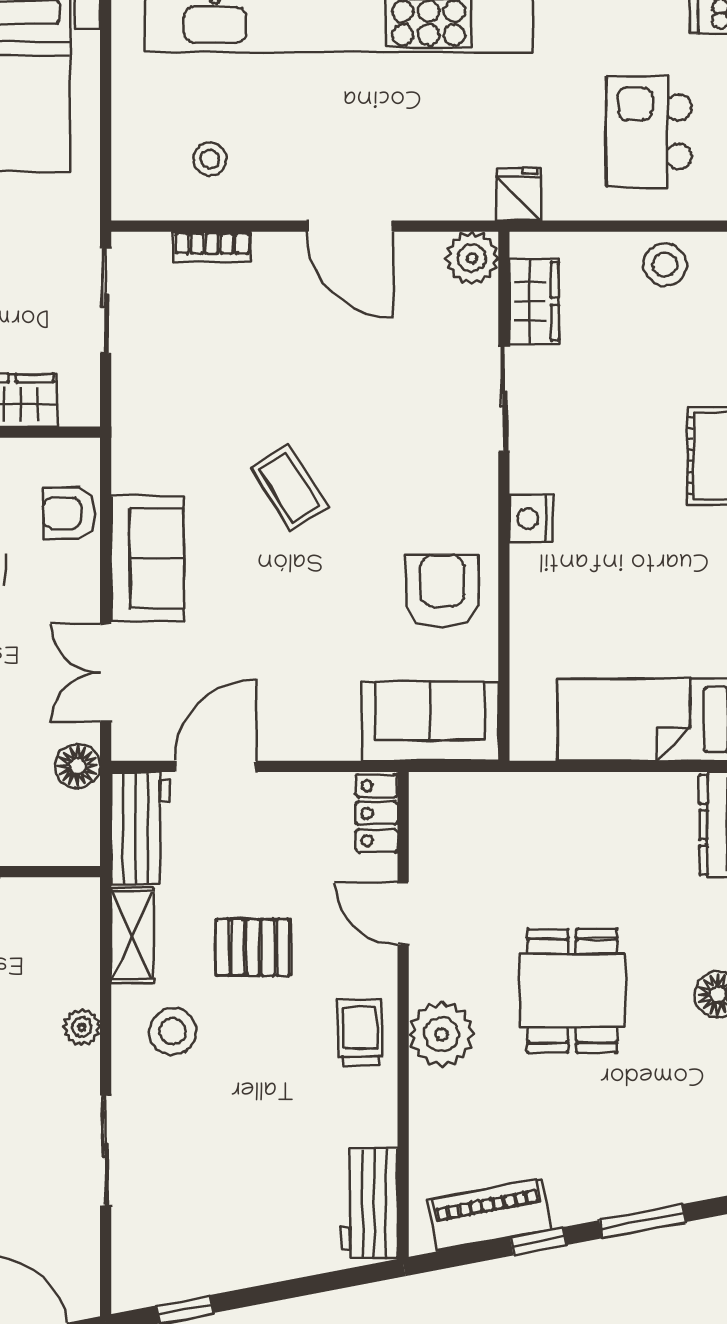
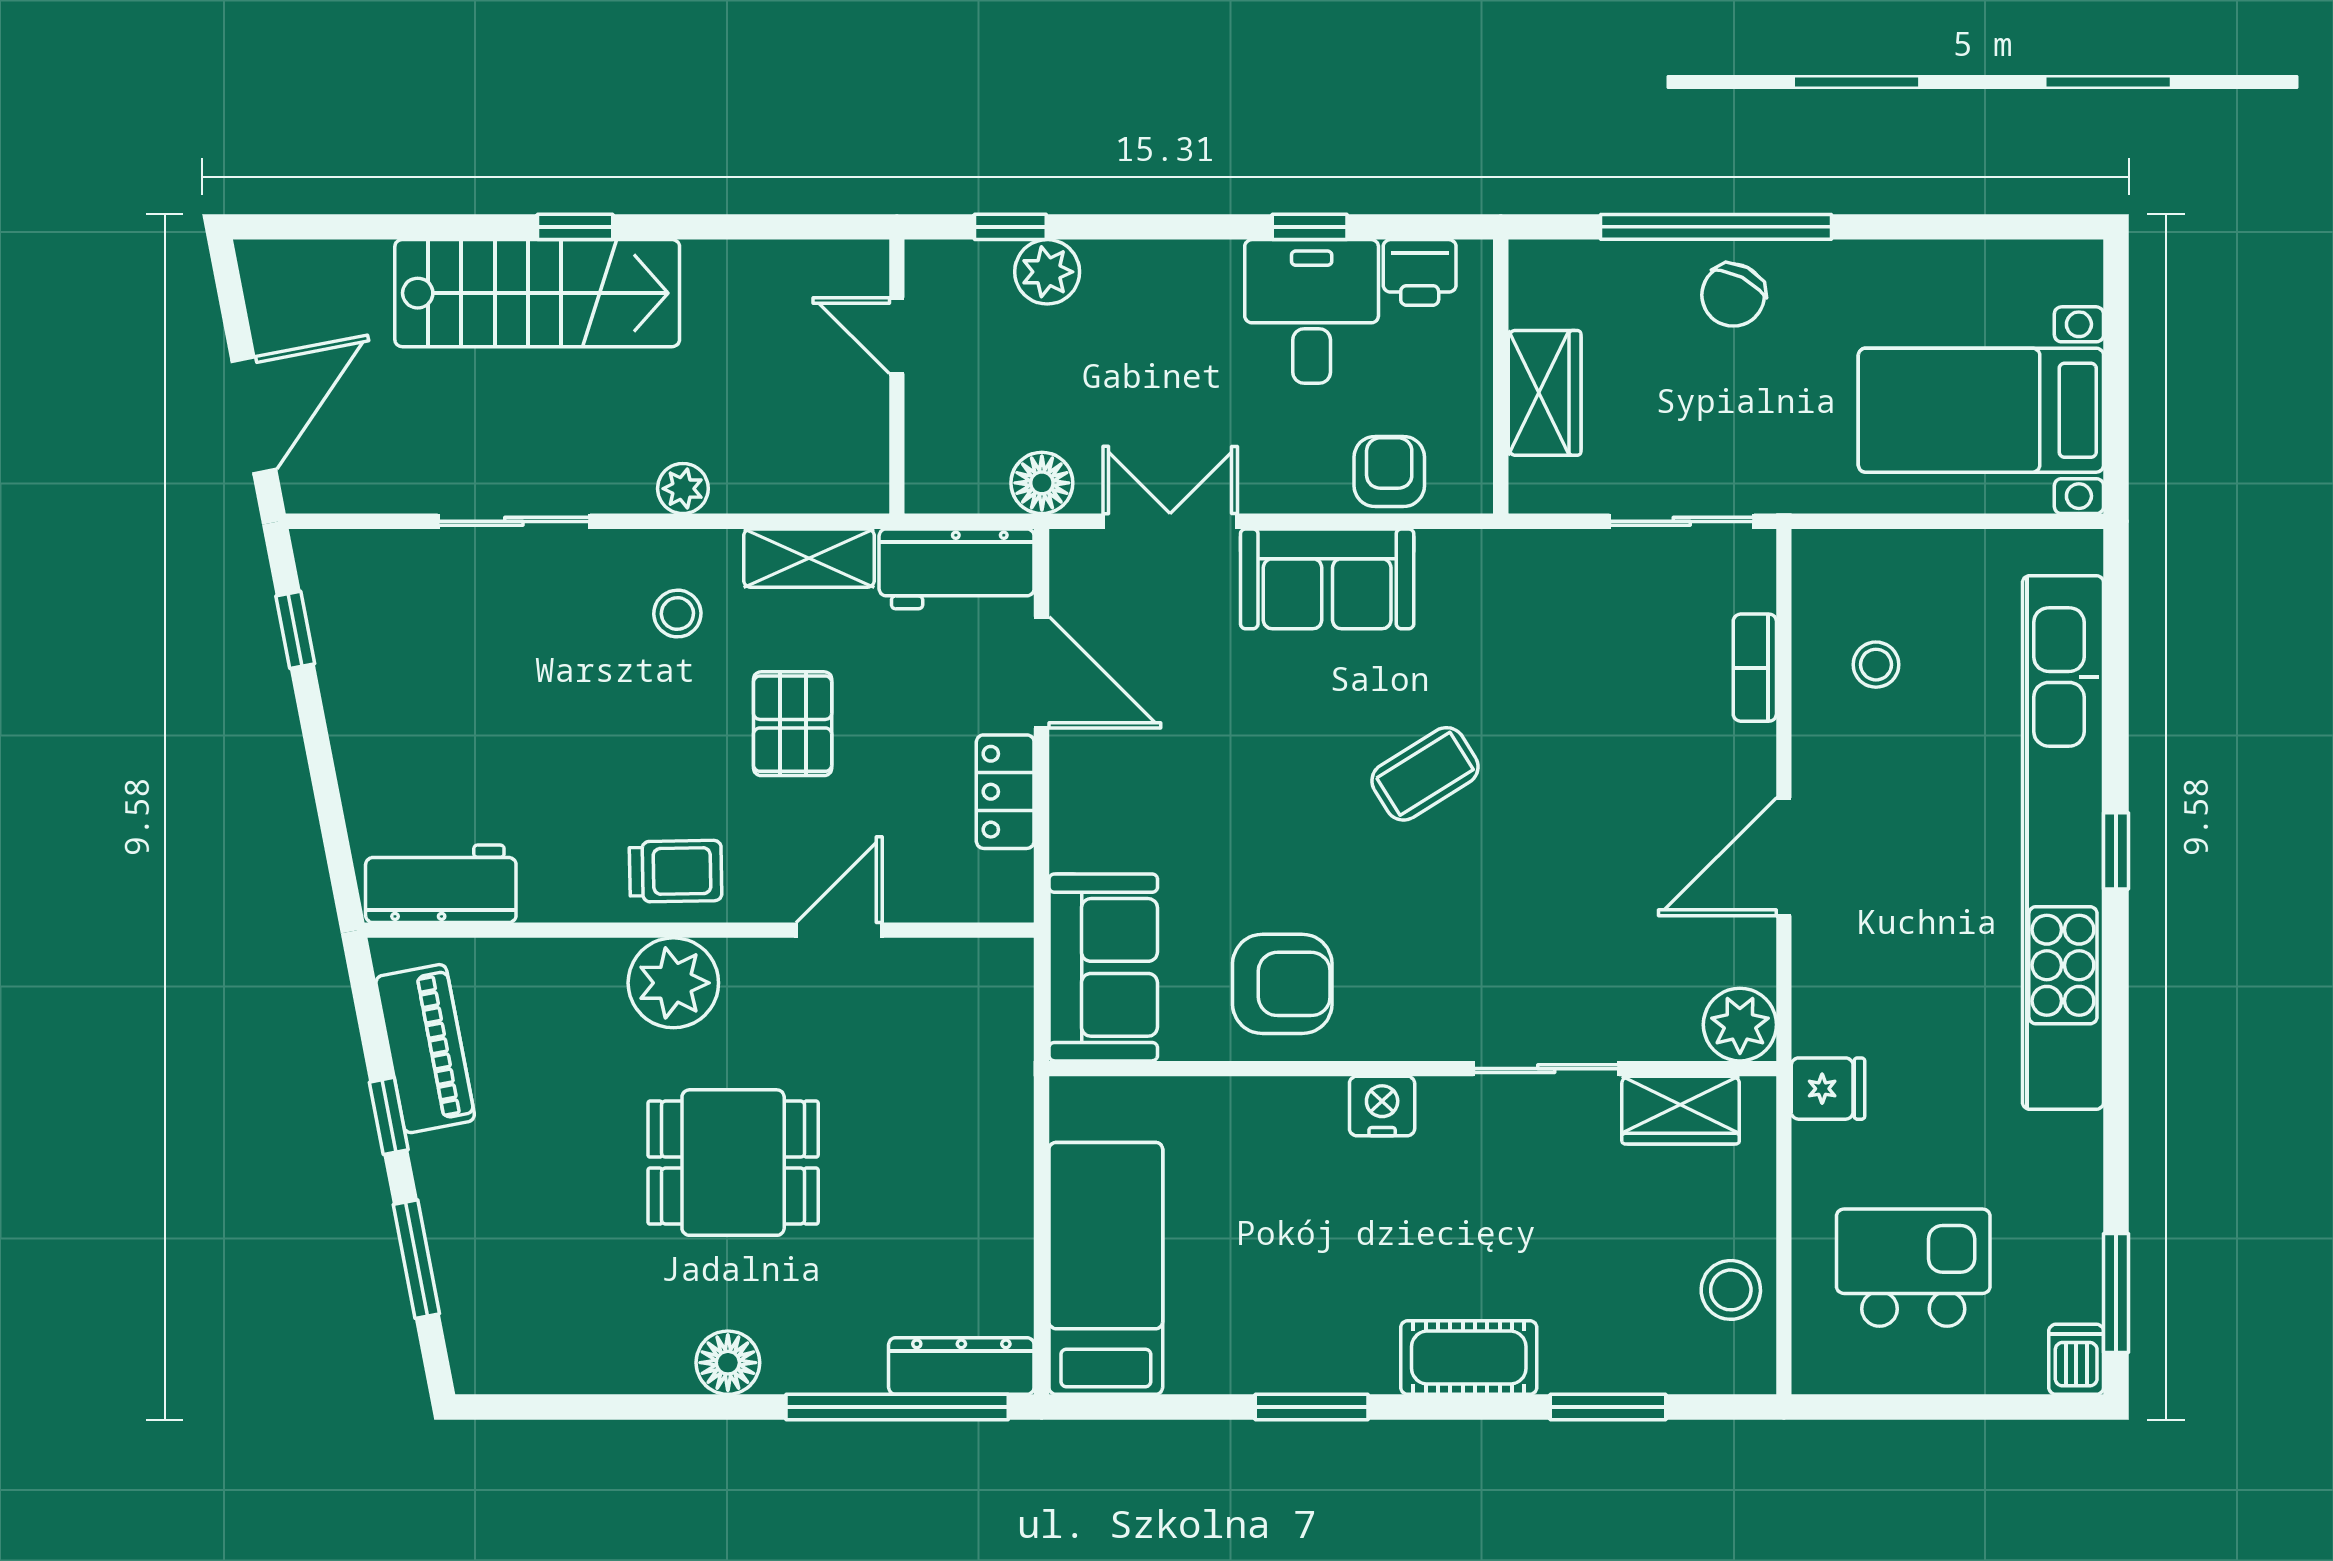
locker: (377, 813) -> (1005, 792), moved, turned -90
stool: (173, 1031) -> (677, 614), width x0.73, depth x0.73

